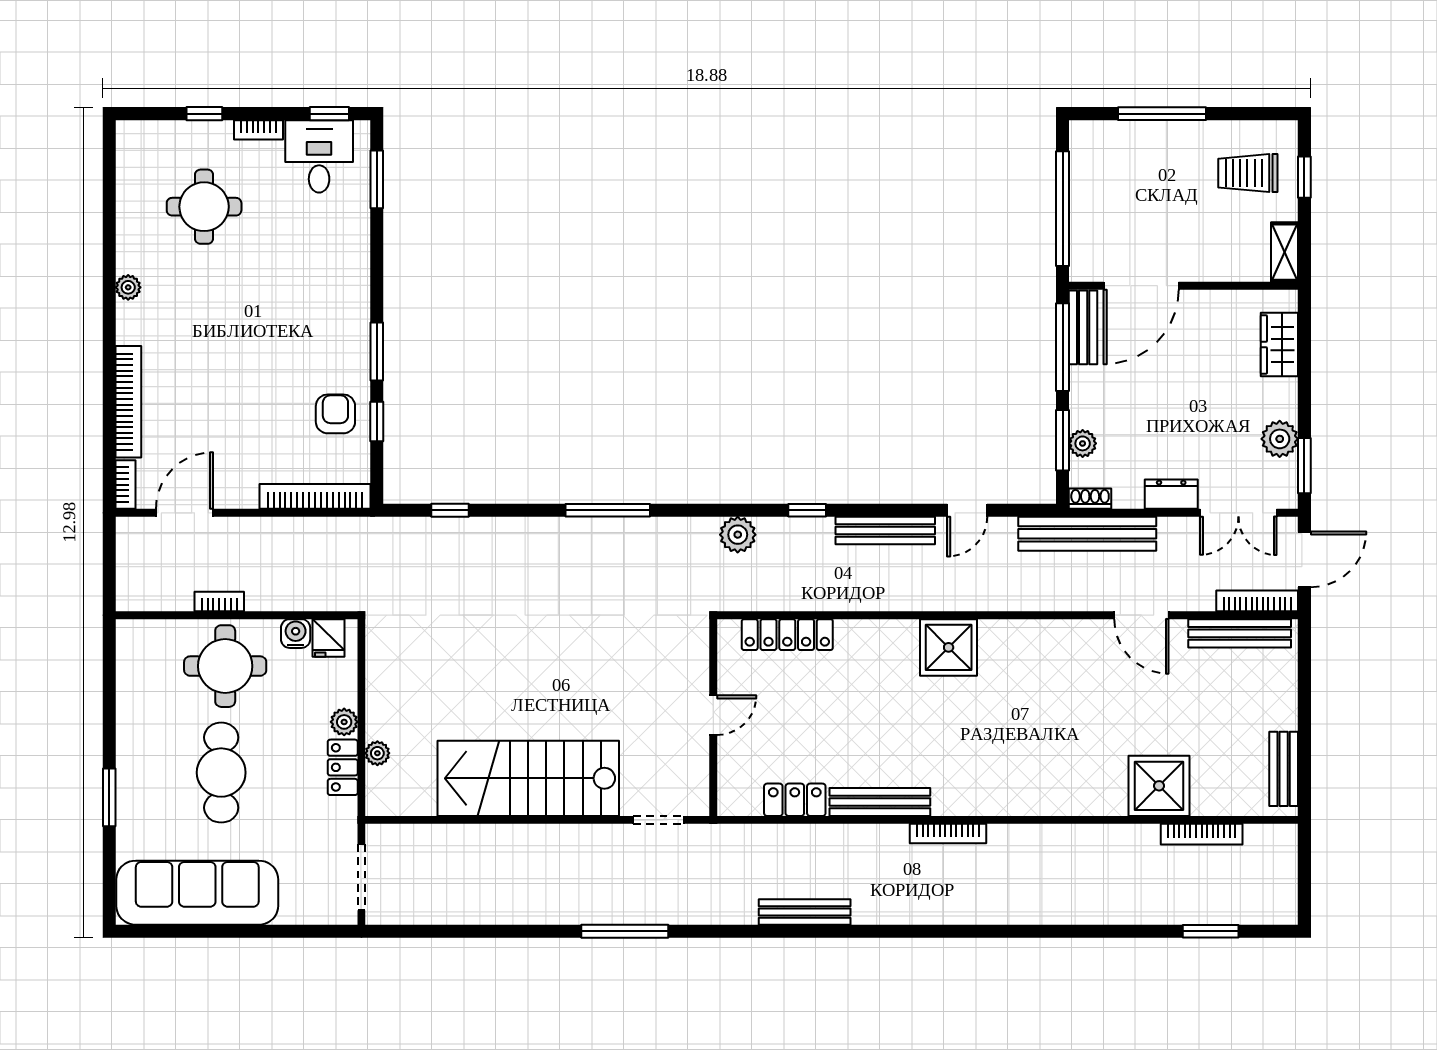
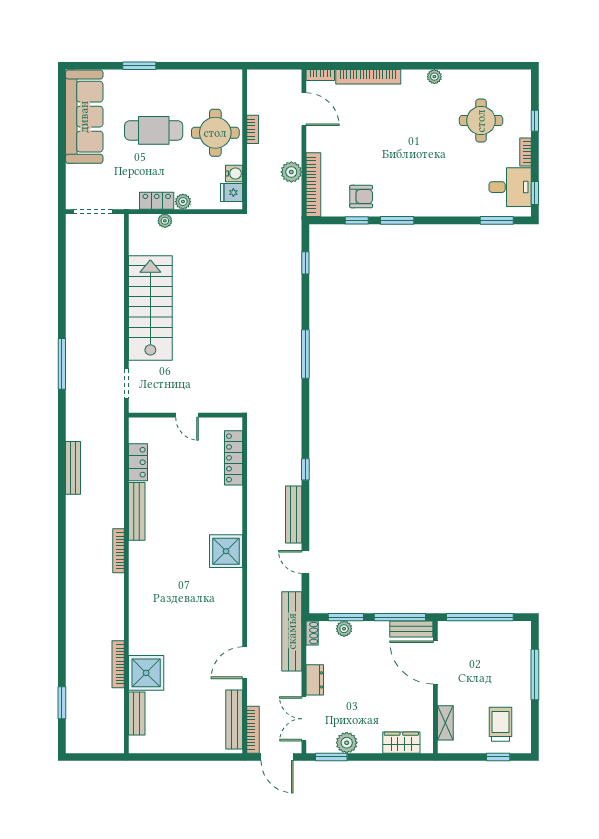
shelving: (1285, 252) -> (445, 723), moved, turned 90
plant: (738, 535) -> (291, 172), moved
bench: (1284, 769) -> (137, 713), moved, turned 90
bookcase: (1202, 834) -> (118, 664), moved

